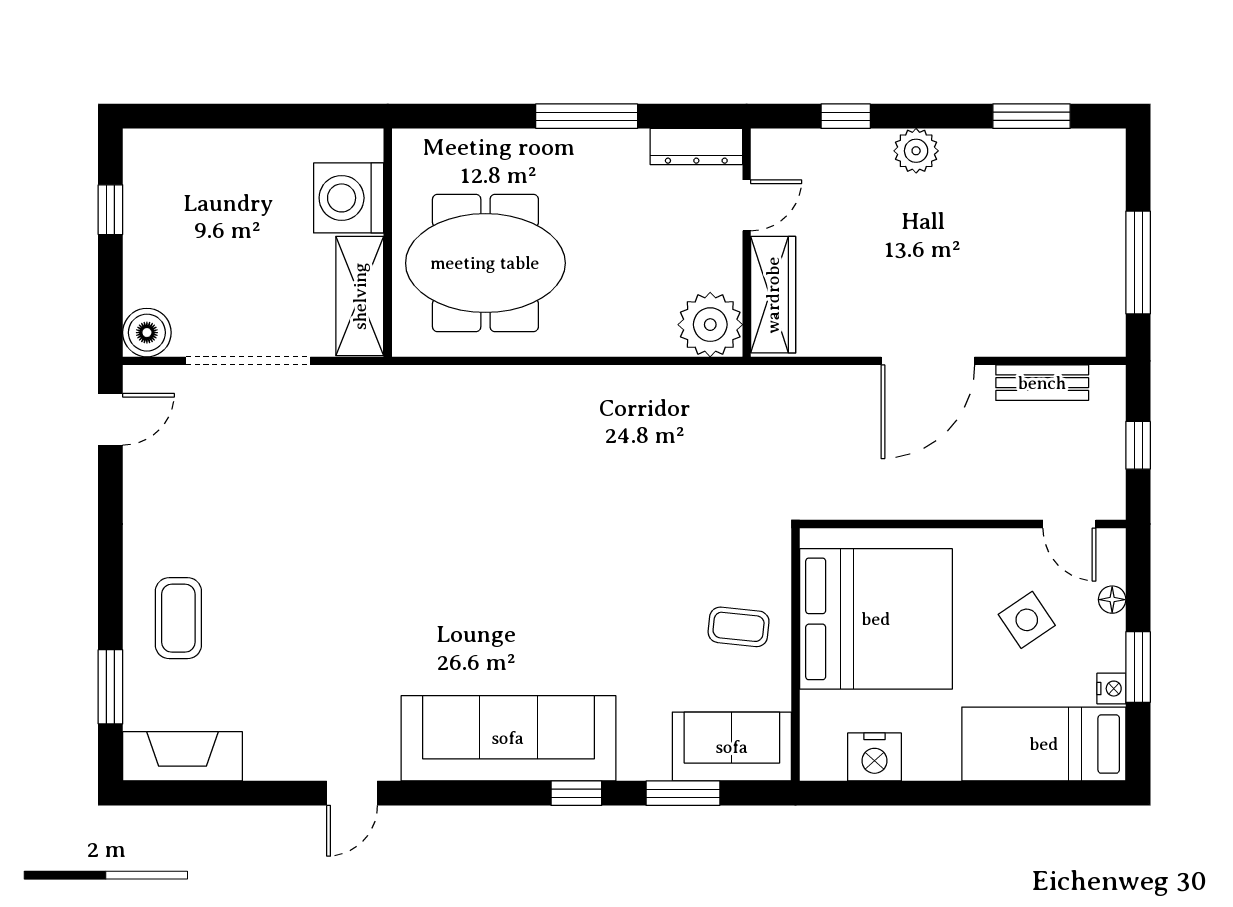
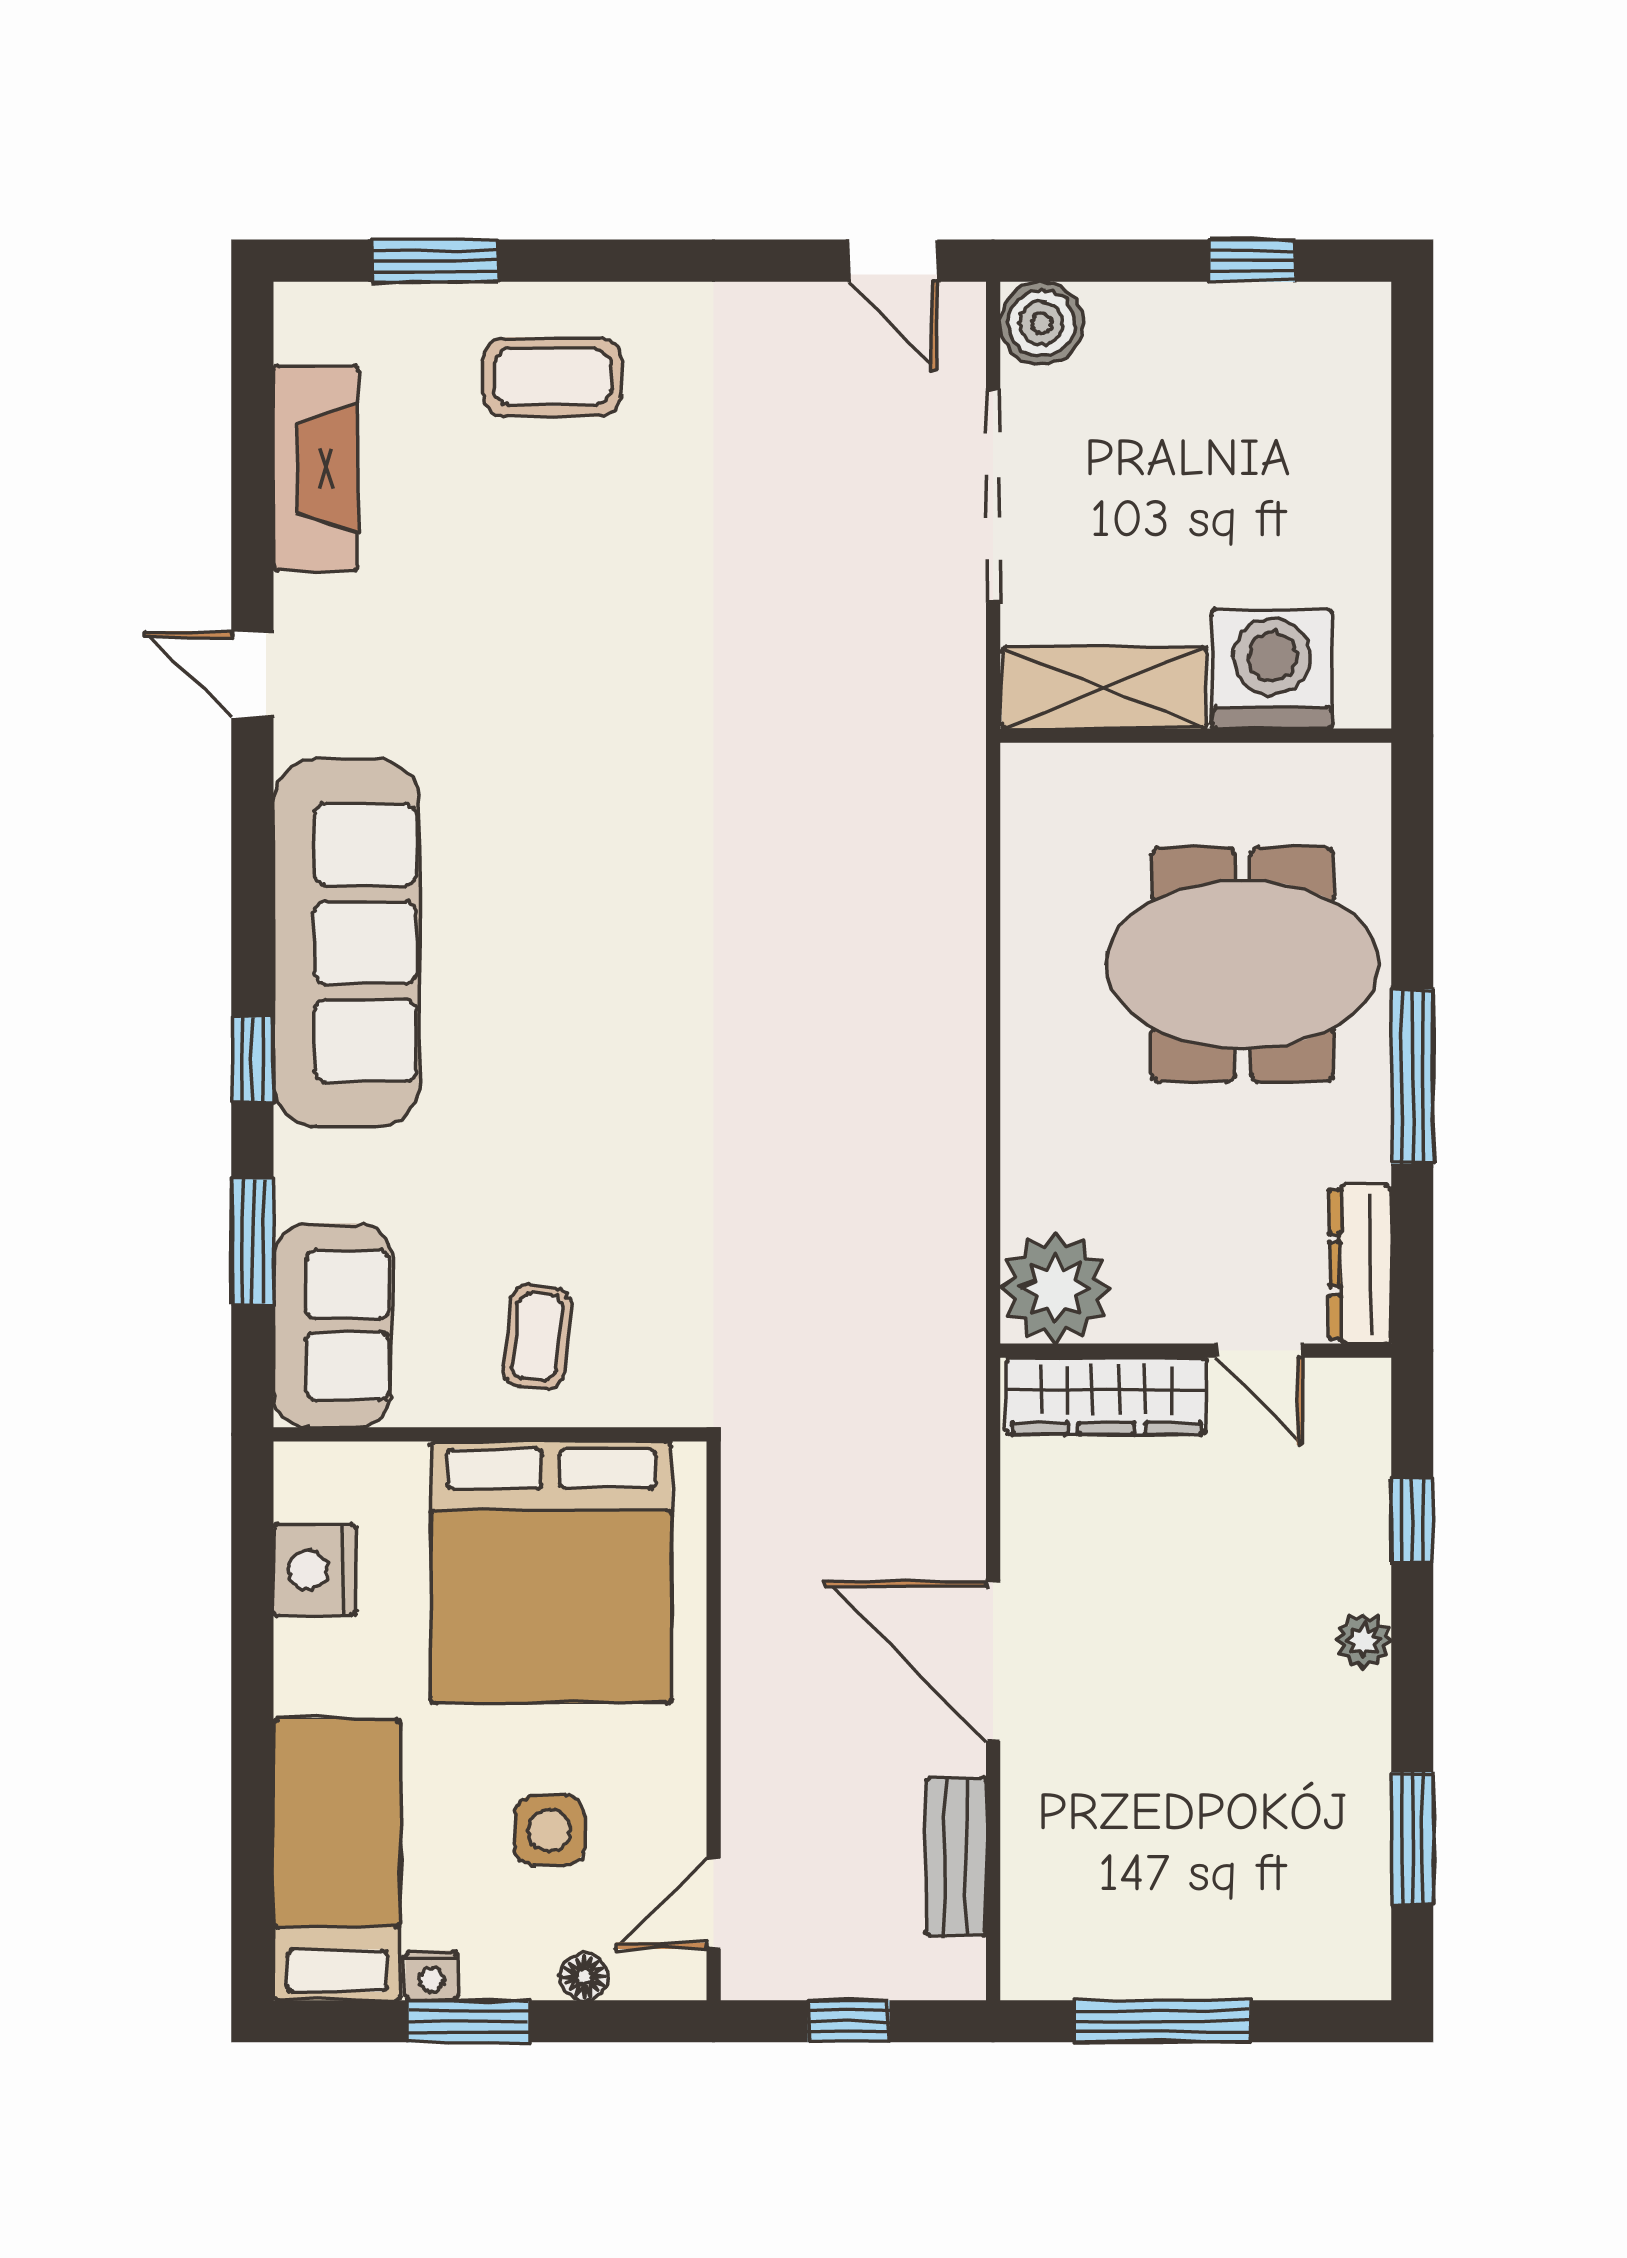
plant: (916, 151) -> (1363, 1641), width x0.73, depth x0.73
meeting table: (485, 263) -> (1243, 964), moved, turned 90
side table: (1027, 620) -> (549, 1830), turned 34
fireplace: (183, 756) -> (316, 468), moved

